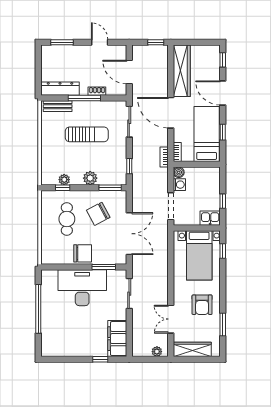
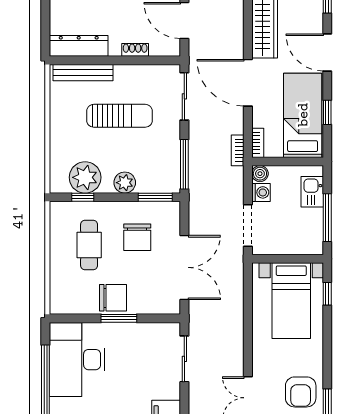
window: (84, 98) -> (116, 60), removed
bench: (58, 106) -> (83, 73), width x1.36
window: (129, 166) -> (184, 164), width x2.17
plant: (64, 180) -> (85, 177), width x1.88, depth x1.88
window: (223, 201) -> (327, 218), width x2.17
chair: (98, 214) -> (137, 237), turned -62
kitchen sink: (210, 218) -> (312, 192), moved, turned -90
window: (104, 267) -> (119, 318), moved
desk: (82, 288) -> (77, 360), moved, turned -90
armchair: (202, 305) -> (301, 392), moved

